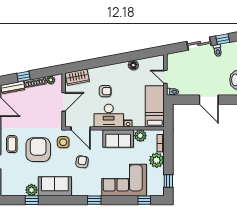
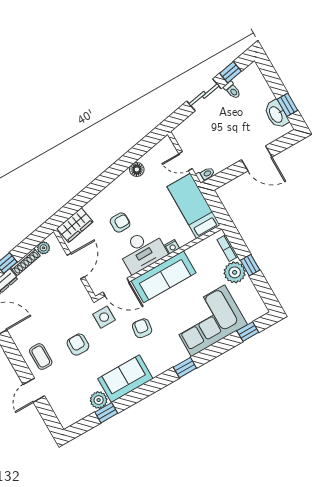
plant: (140, 136) -> (196, 253), removed
sofa: (118, 138) -> (164, 277), width x1.36
armchair: (38, 150) -> (78, 345), width x0.53, depth x0.53
window: (168, 181) -> (250, 265), moved

